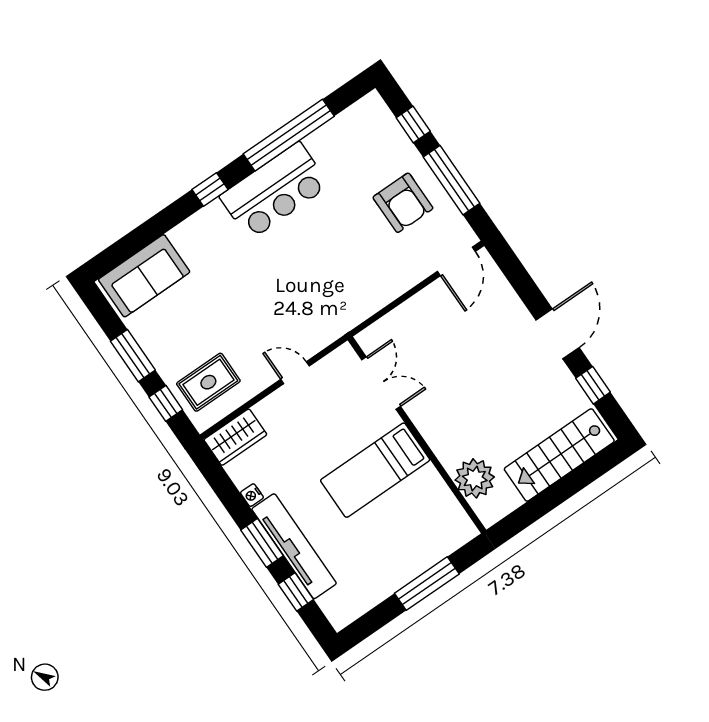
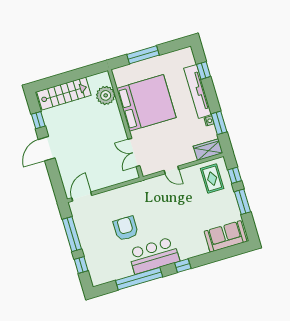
armchair: (403, 203) -> (126, 228), moved
rug: (208, 382) -> (212, 179), turned 90
bed: (375, 470) -> (146, 103), width x2.04
window: (262, 543) -> (219, 123), moved

